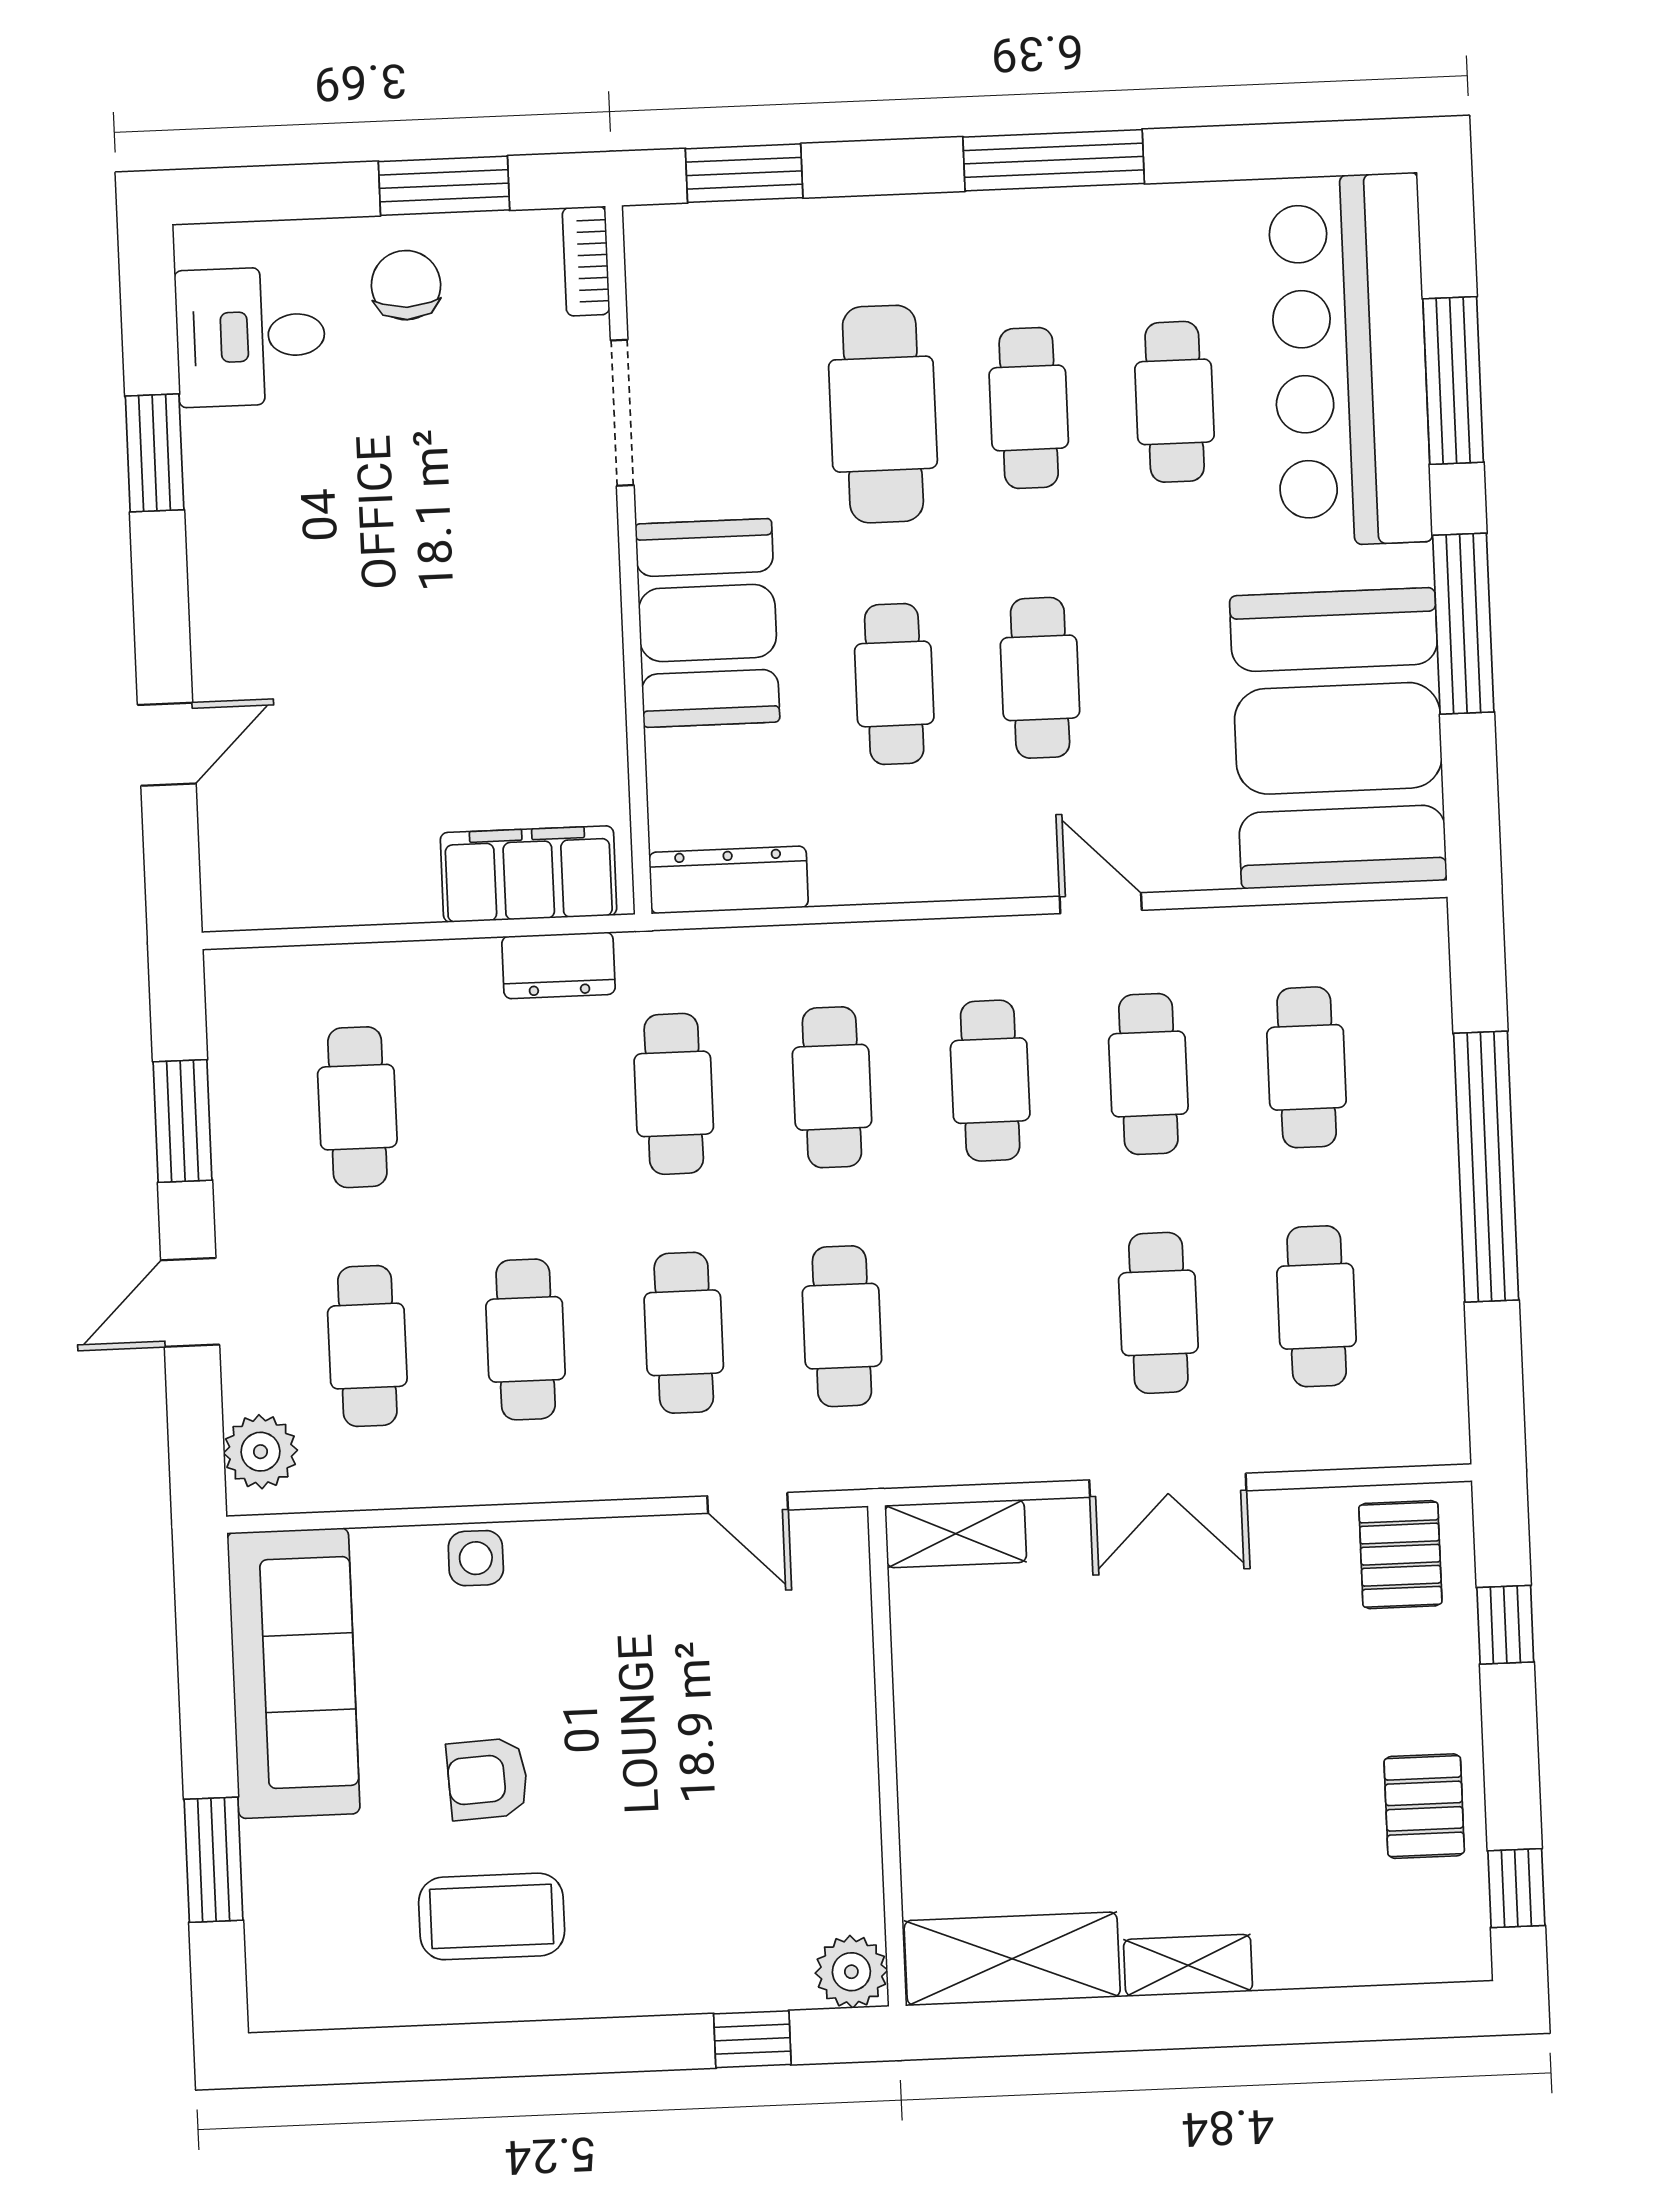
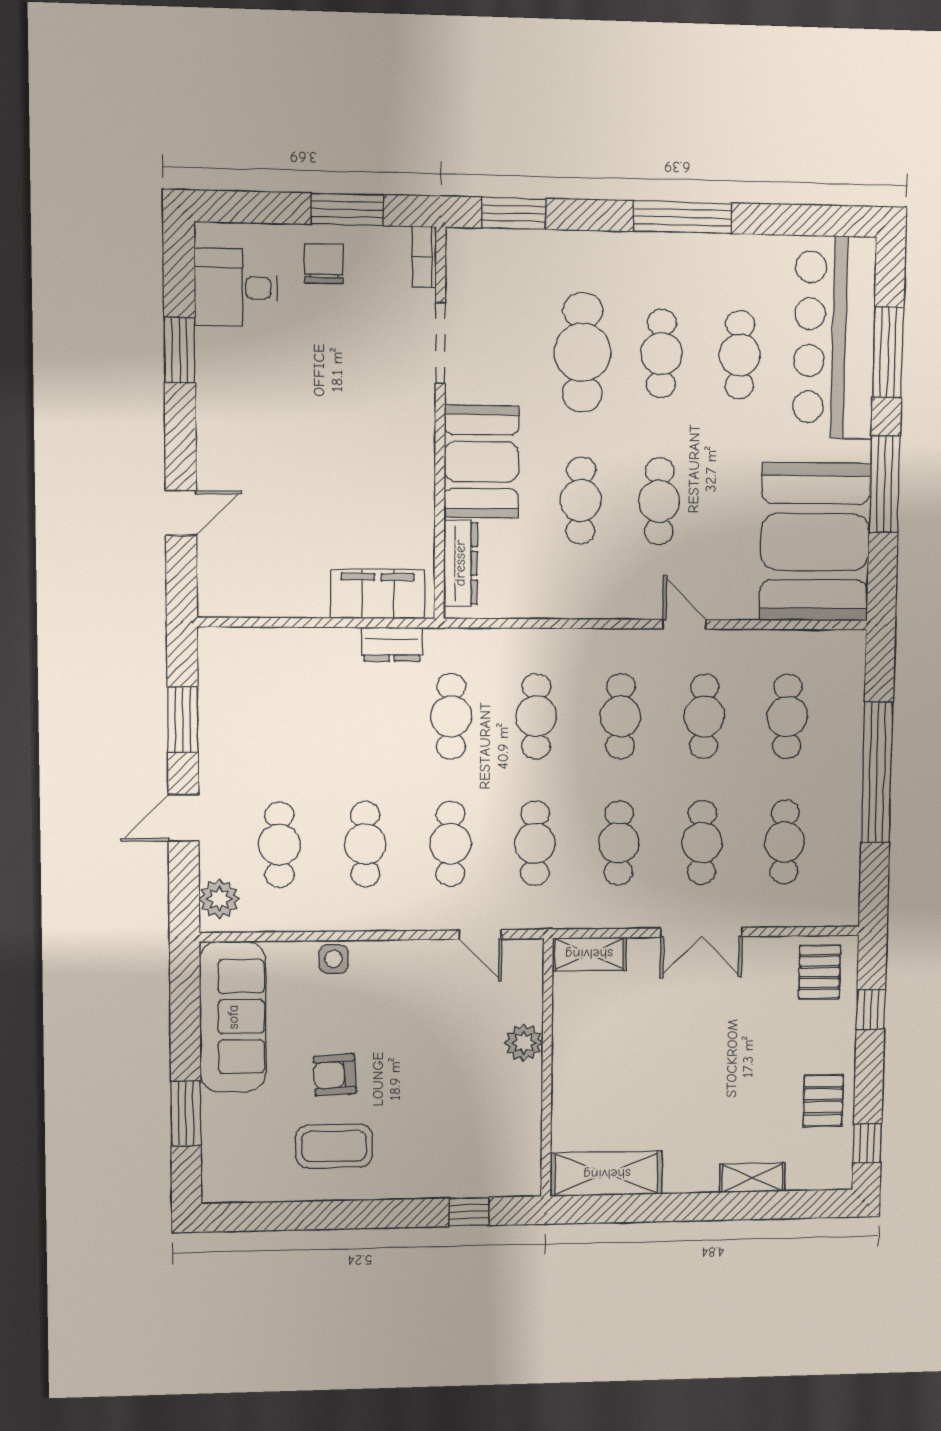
dresser: (729, 880) -> (460, 563), moved, turned 90
cafe table: (357, 1107) -> (619, 843), moved
shelving: (1188, 1965) -> (752, 1178), moved
plant: (851, 1972) -> (524, 1043), moved

